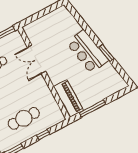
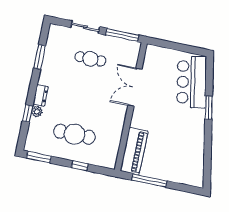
bar counter: (87, 52) -> (192, 82), moved
window: (106, 53) -> (209, 108), moved

